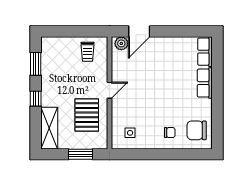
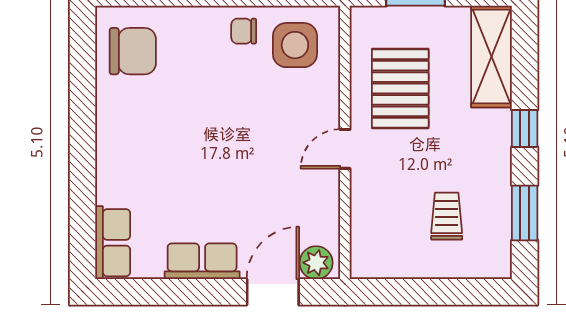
trolley: (87, 52) -> (447, 216), moved
row of seats: (205, 83) -> (202, 261), moved, turned -90
side table: (130, 133) -> (295, 45), width x1.87, depth x1.87
chair: (170, 133) -> (244, 31), moved

